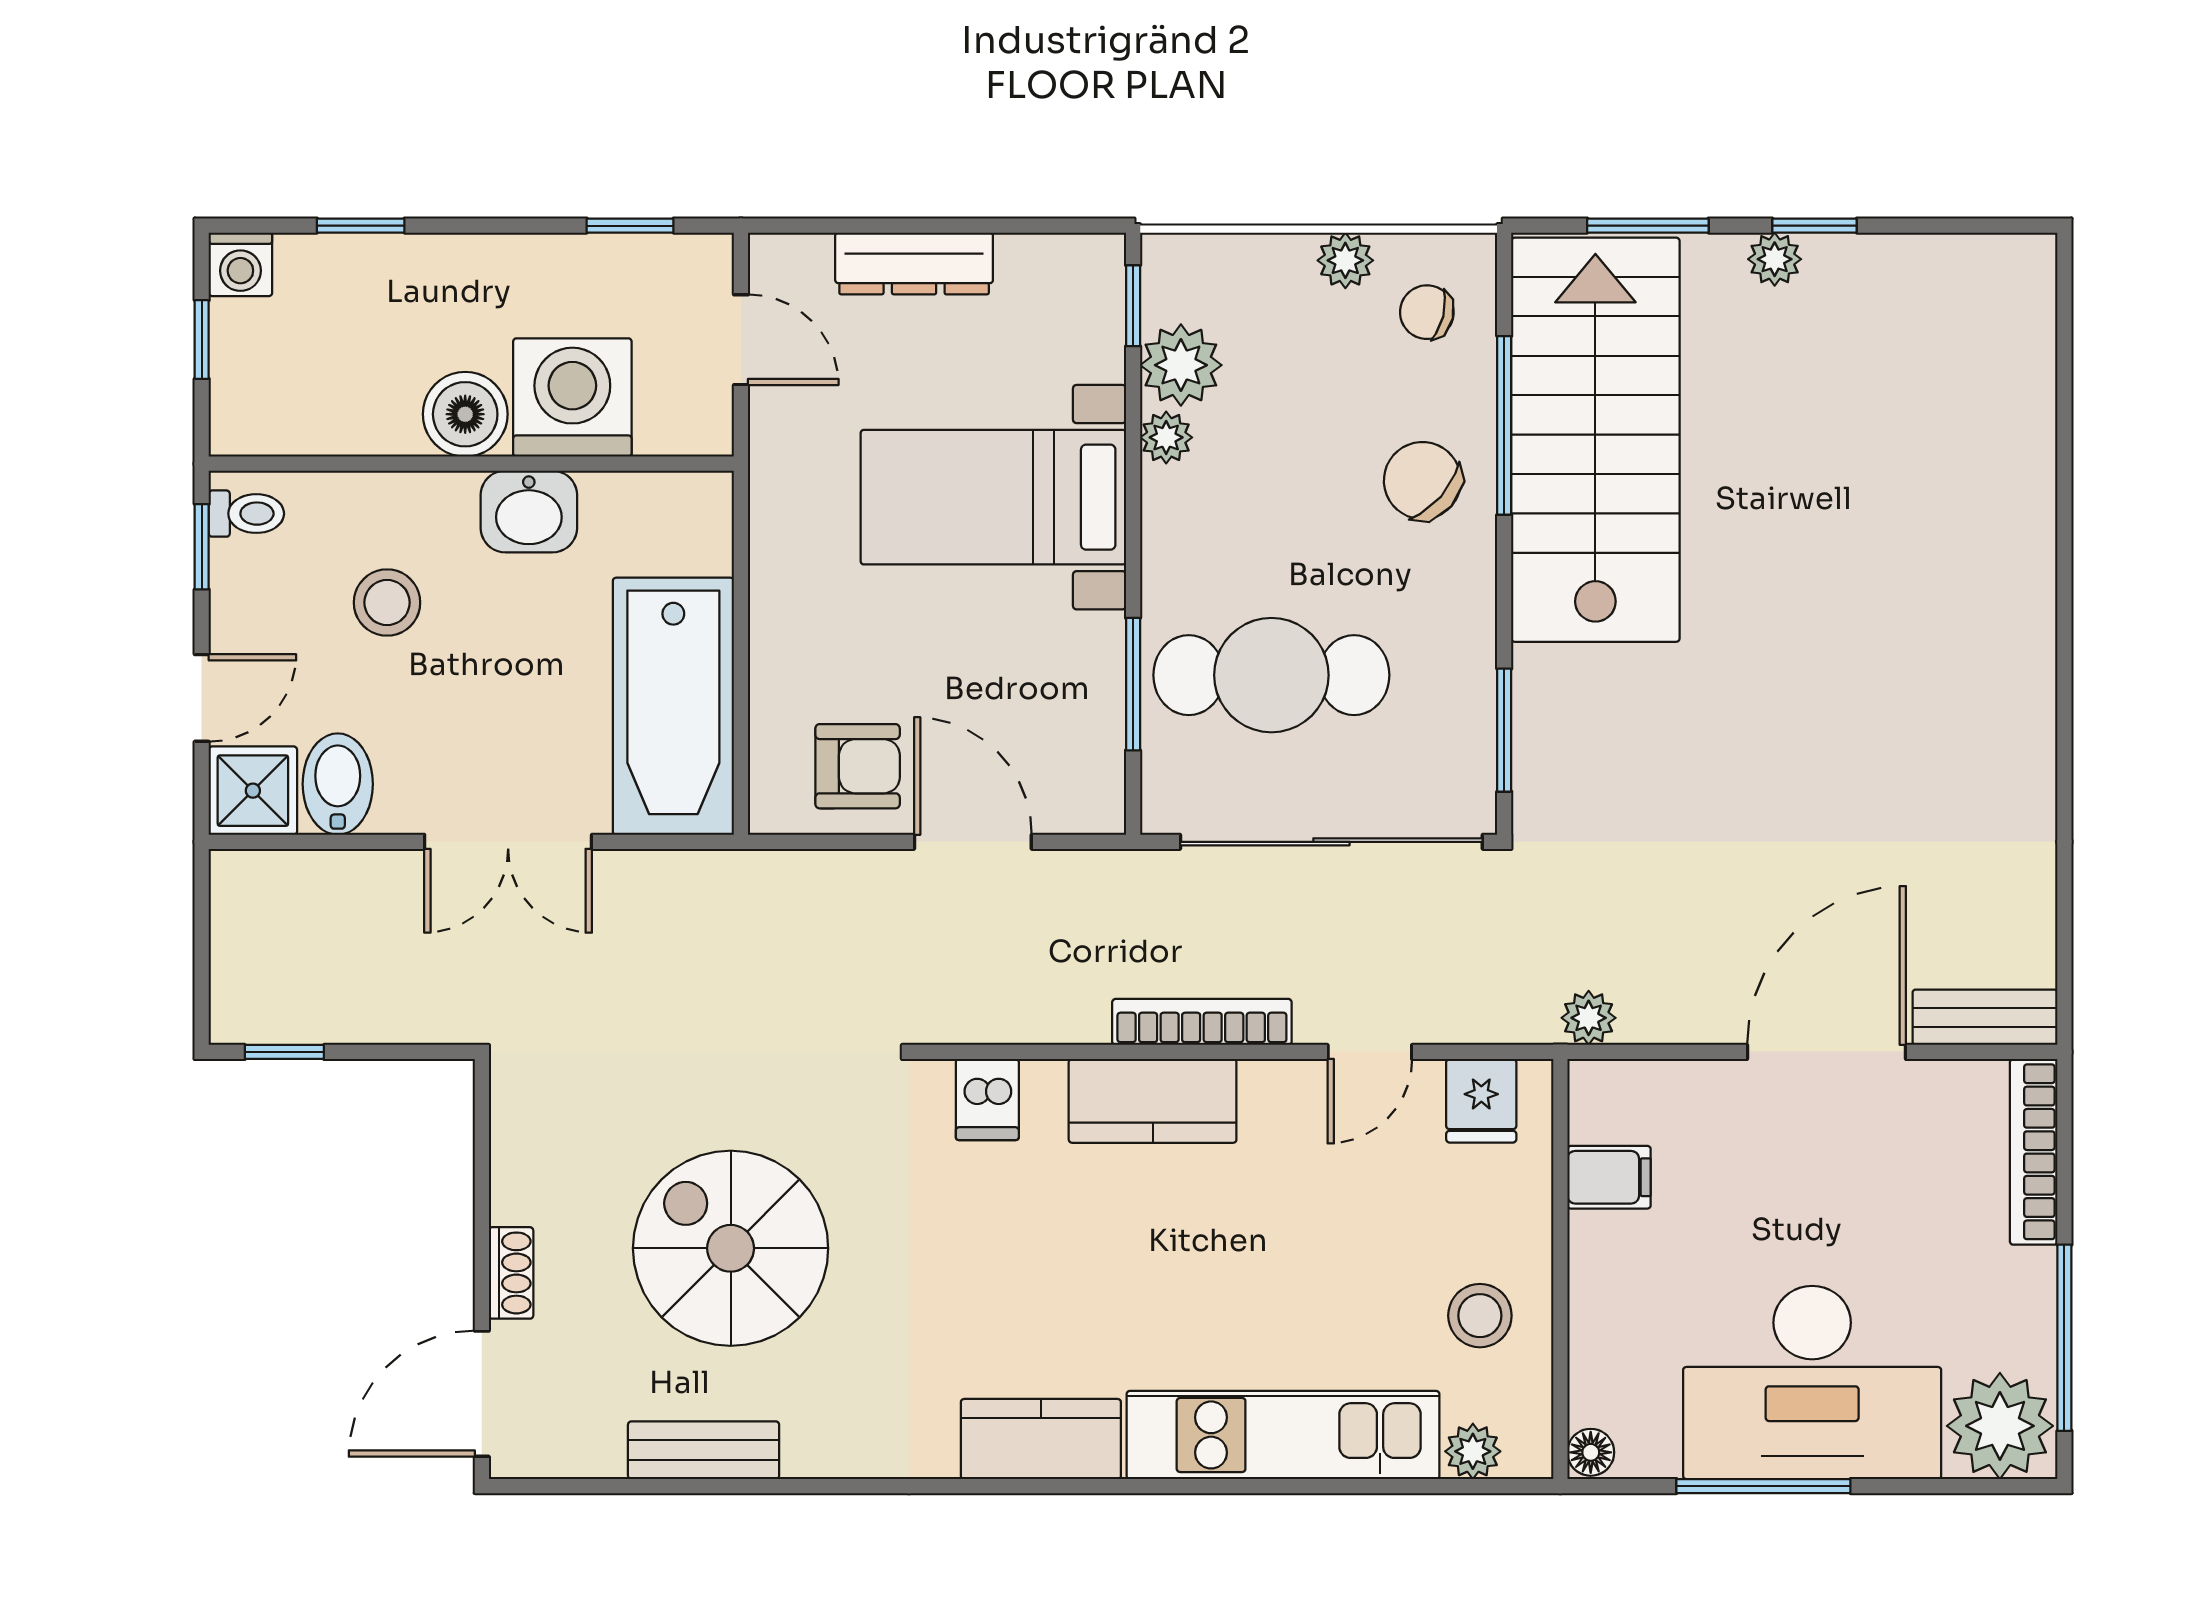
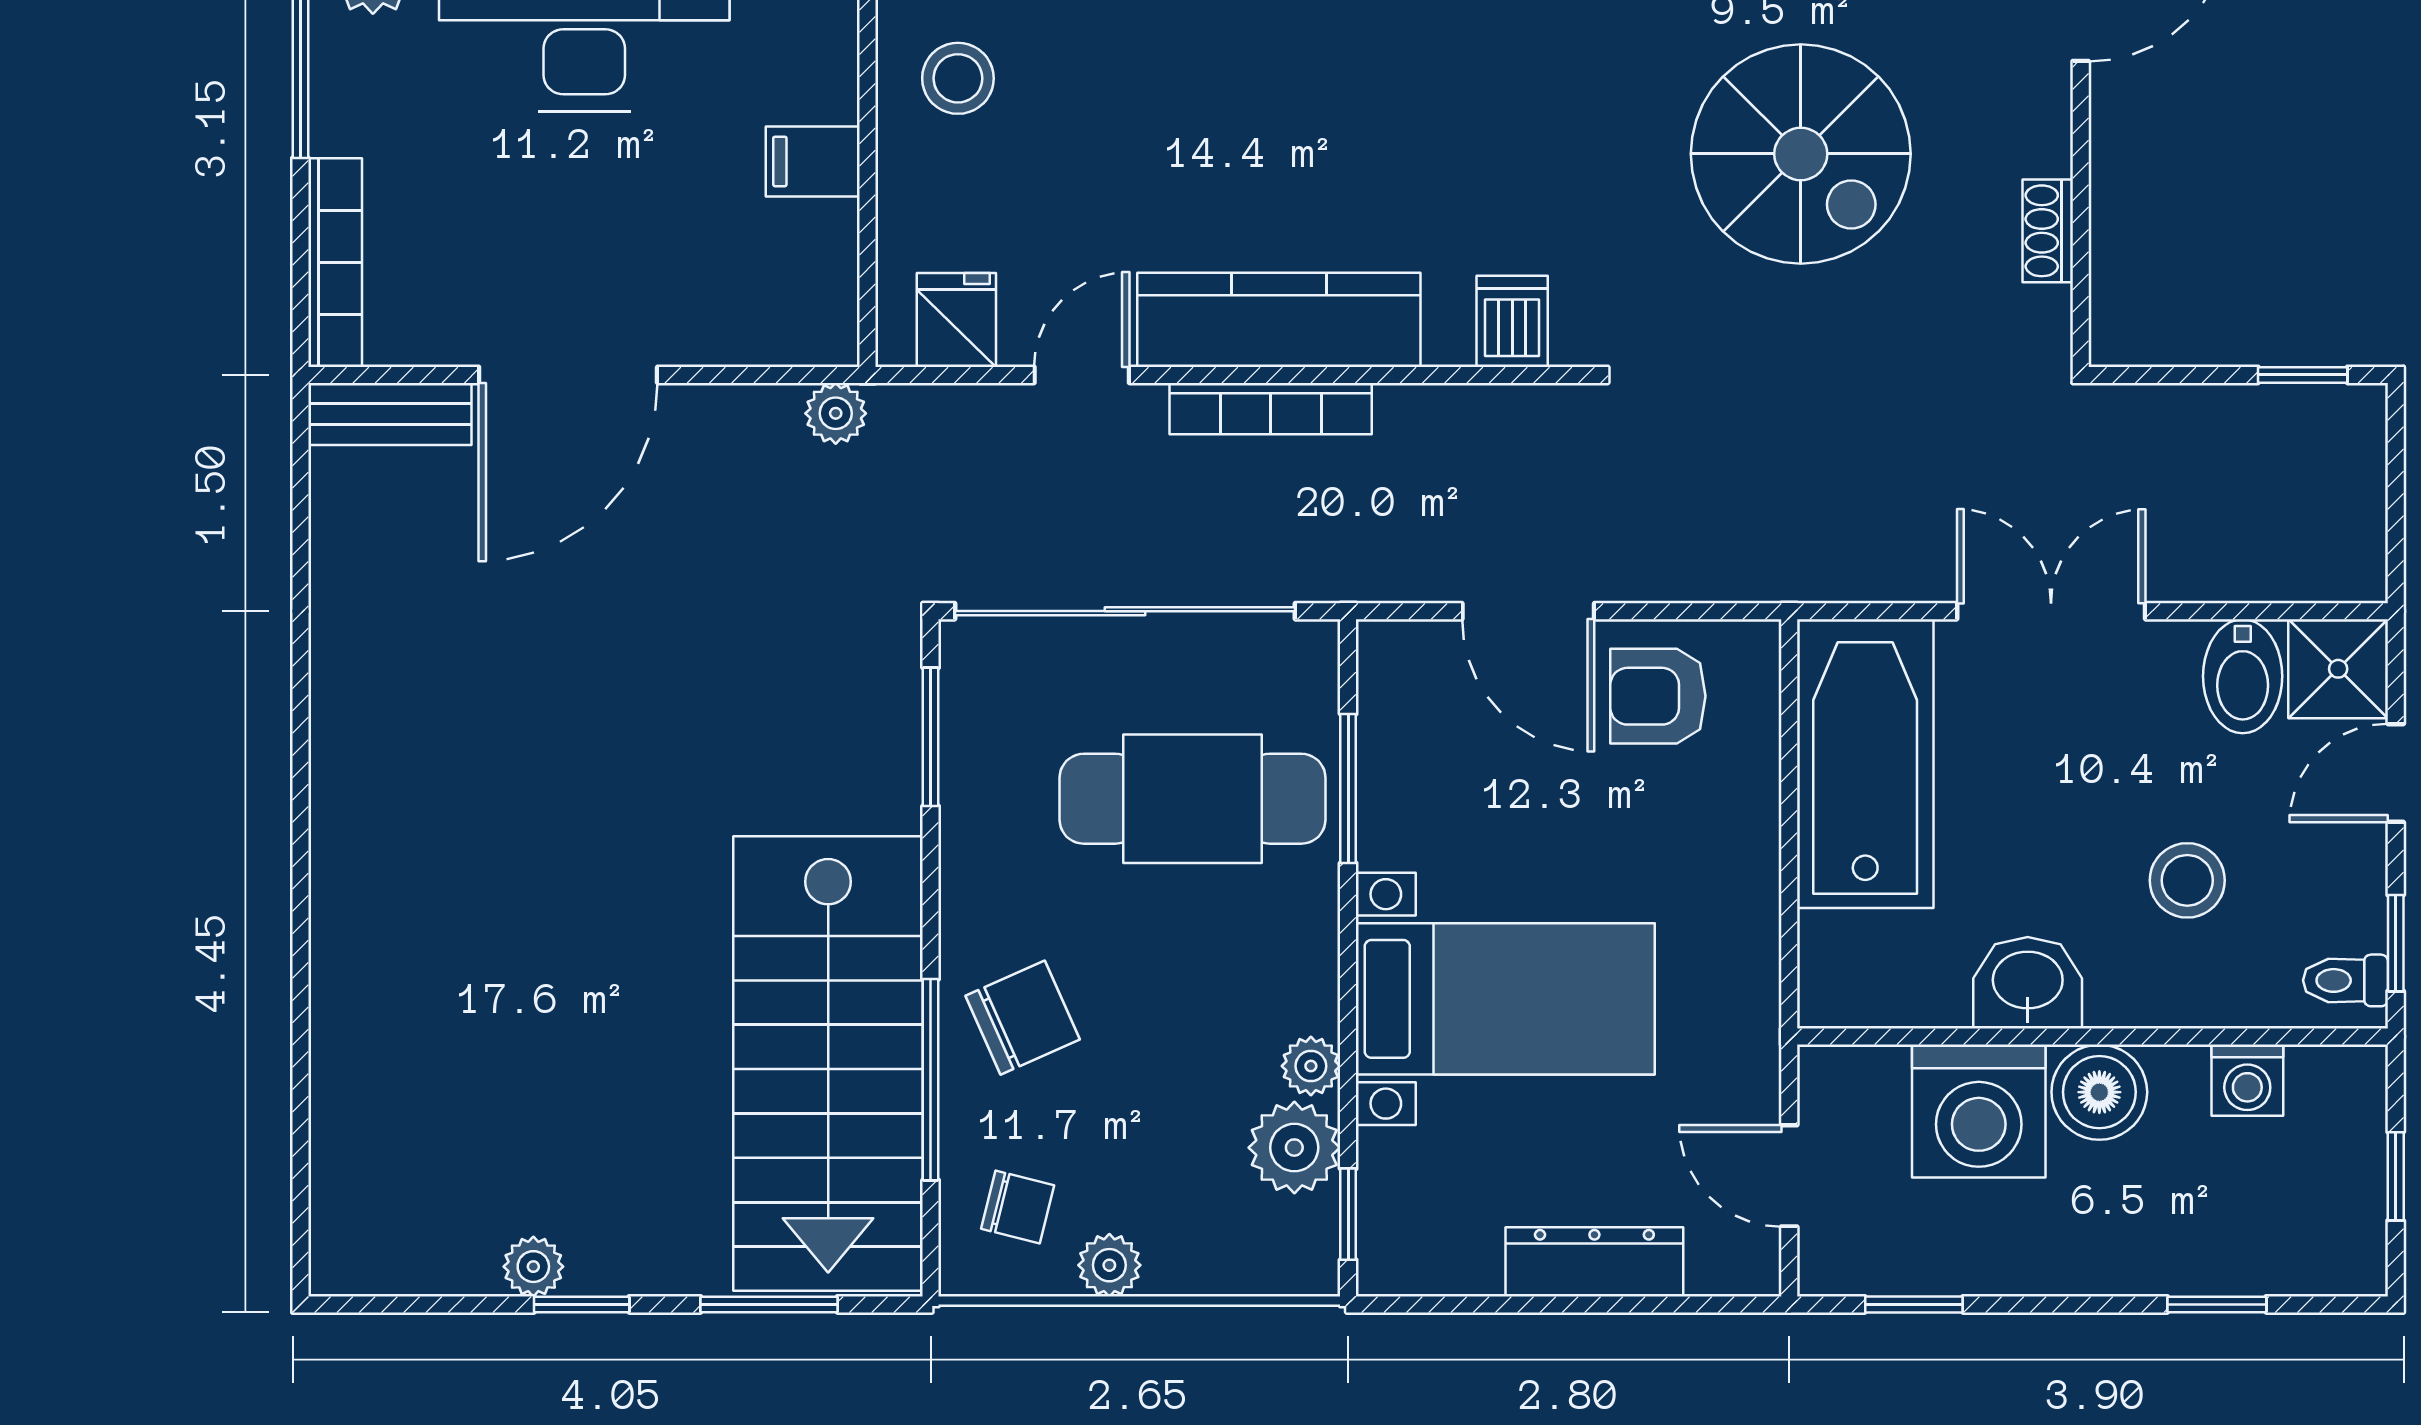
plant: (1775, 259) -> (533, 1267), moved
washing machine: (240, 264) -> (2247, 1080), moved, turned 180
chair: (1422, 481) -> (1023, 1018), turned -65
kitchen counter: (1153, 1101) -> (1279, 320), width x1.50
filing cabinet: (1609, 1177) -> (813, 161), moved
shoe rack: (511, 1273) -> (2048, 231), moved

